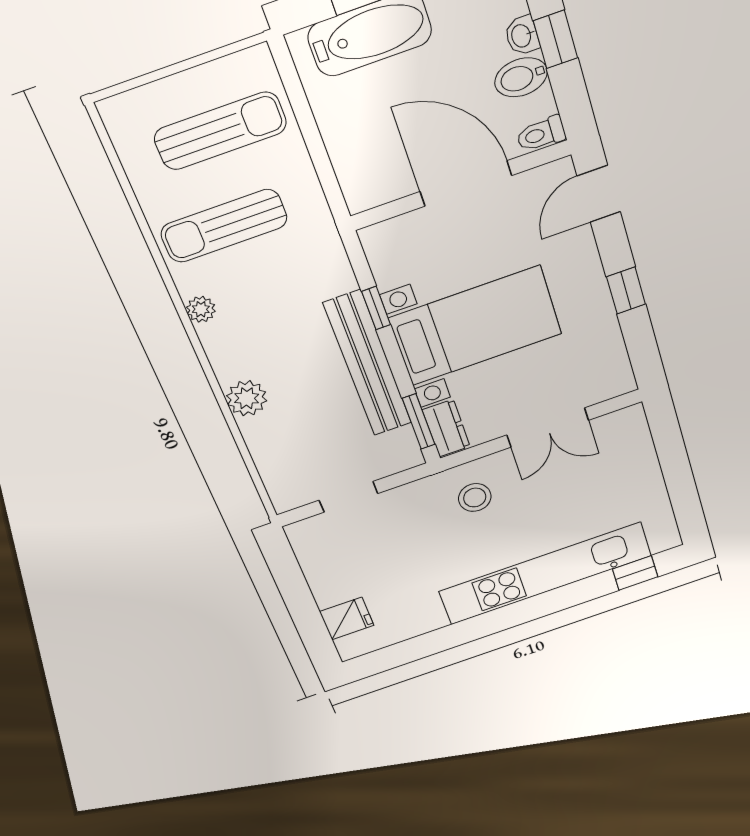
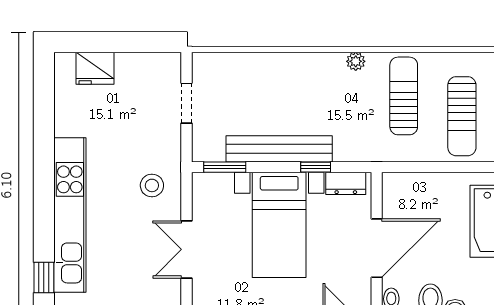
plant: (247, 398) -> (285, 66), removed
dresser: (446, 428) -> (346, 183), moved
fridge: (347, 618) -> (95, 68), width x1.38

